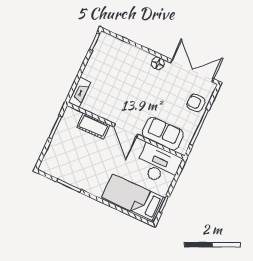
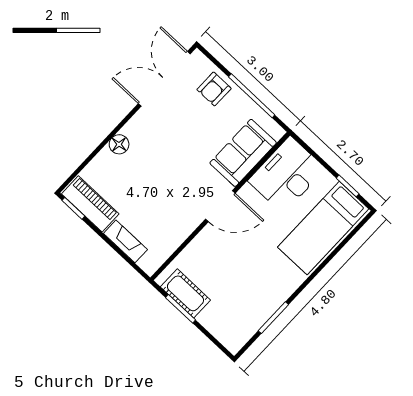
piano: (101, 51) -> (90, 204), added
floor lamp: (158, 63) -> (119, 144), moved
fireplace: (79, 92) -> (125, 241), moved
cot: (93, 126) -> (185, 293), moved, turned 90

